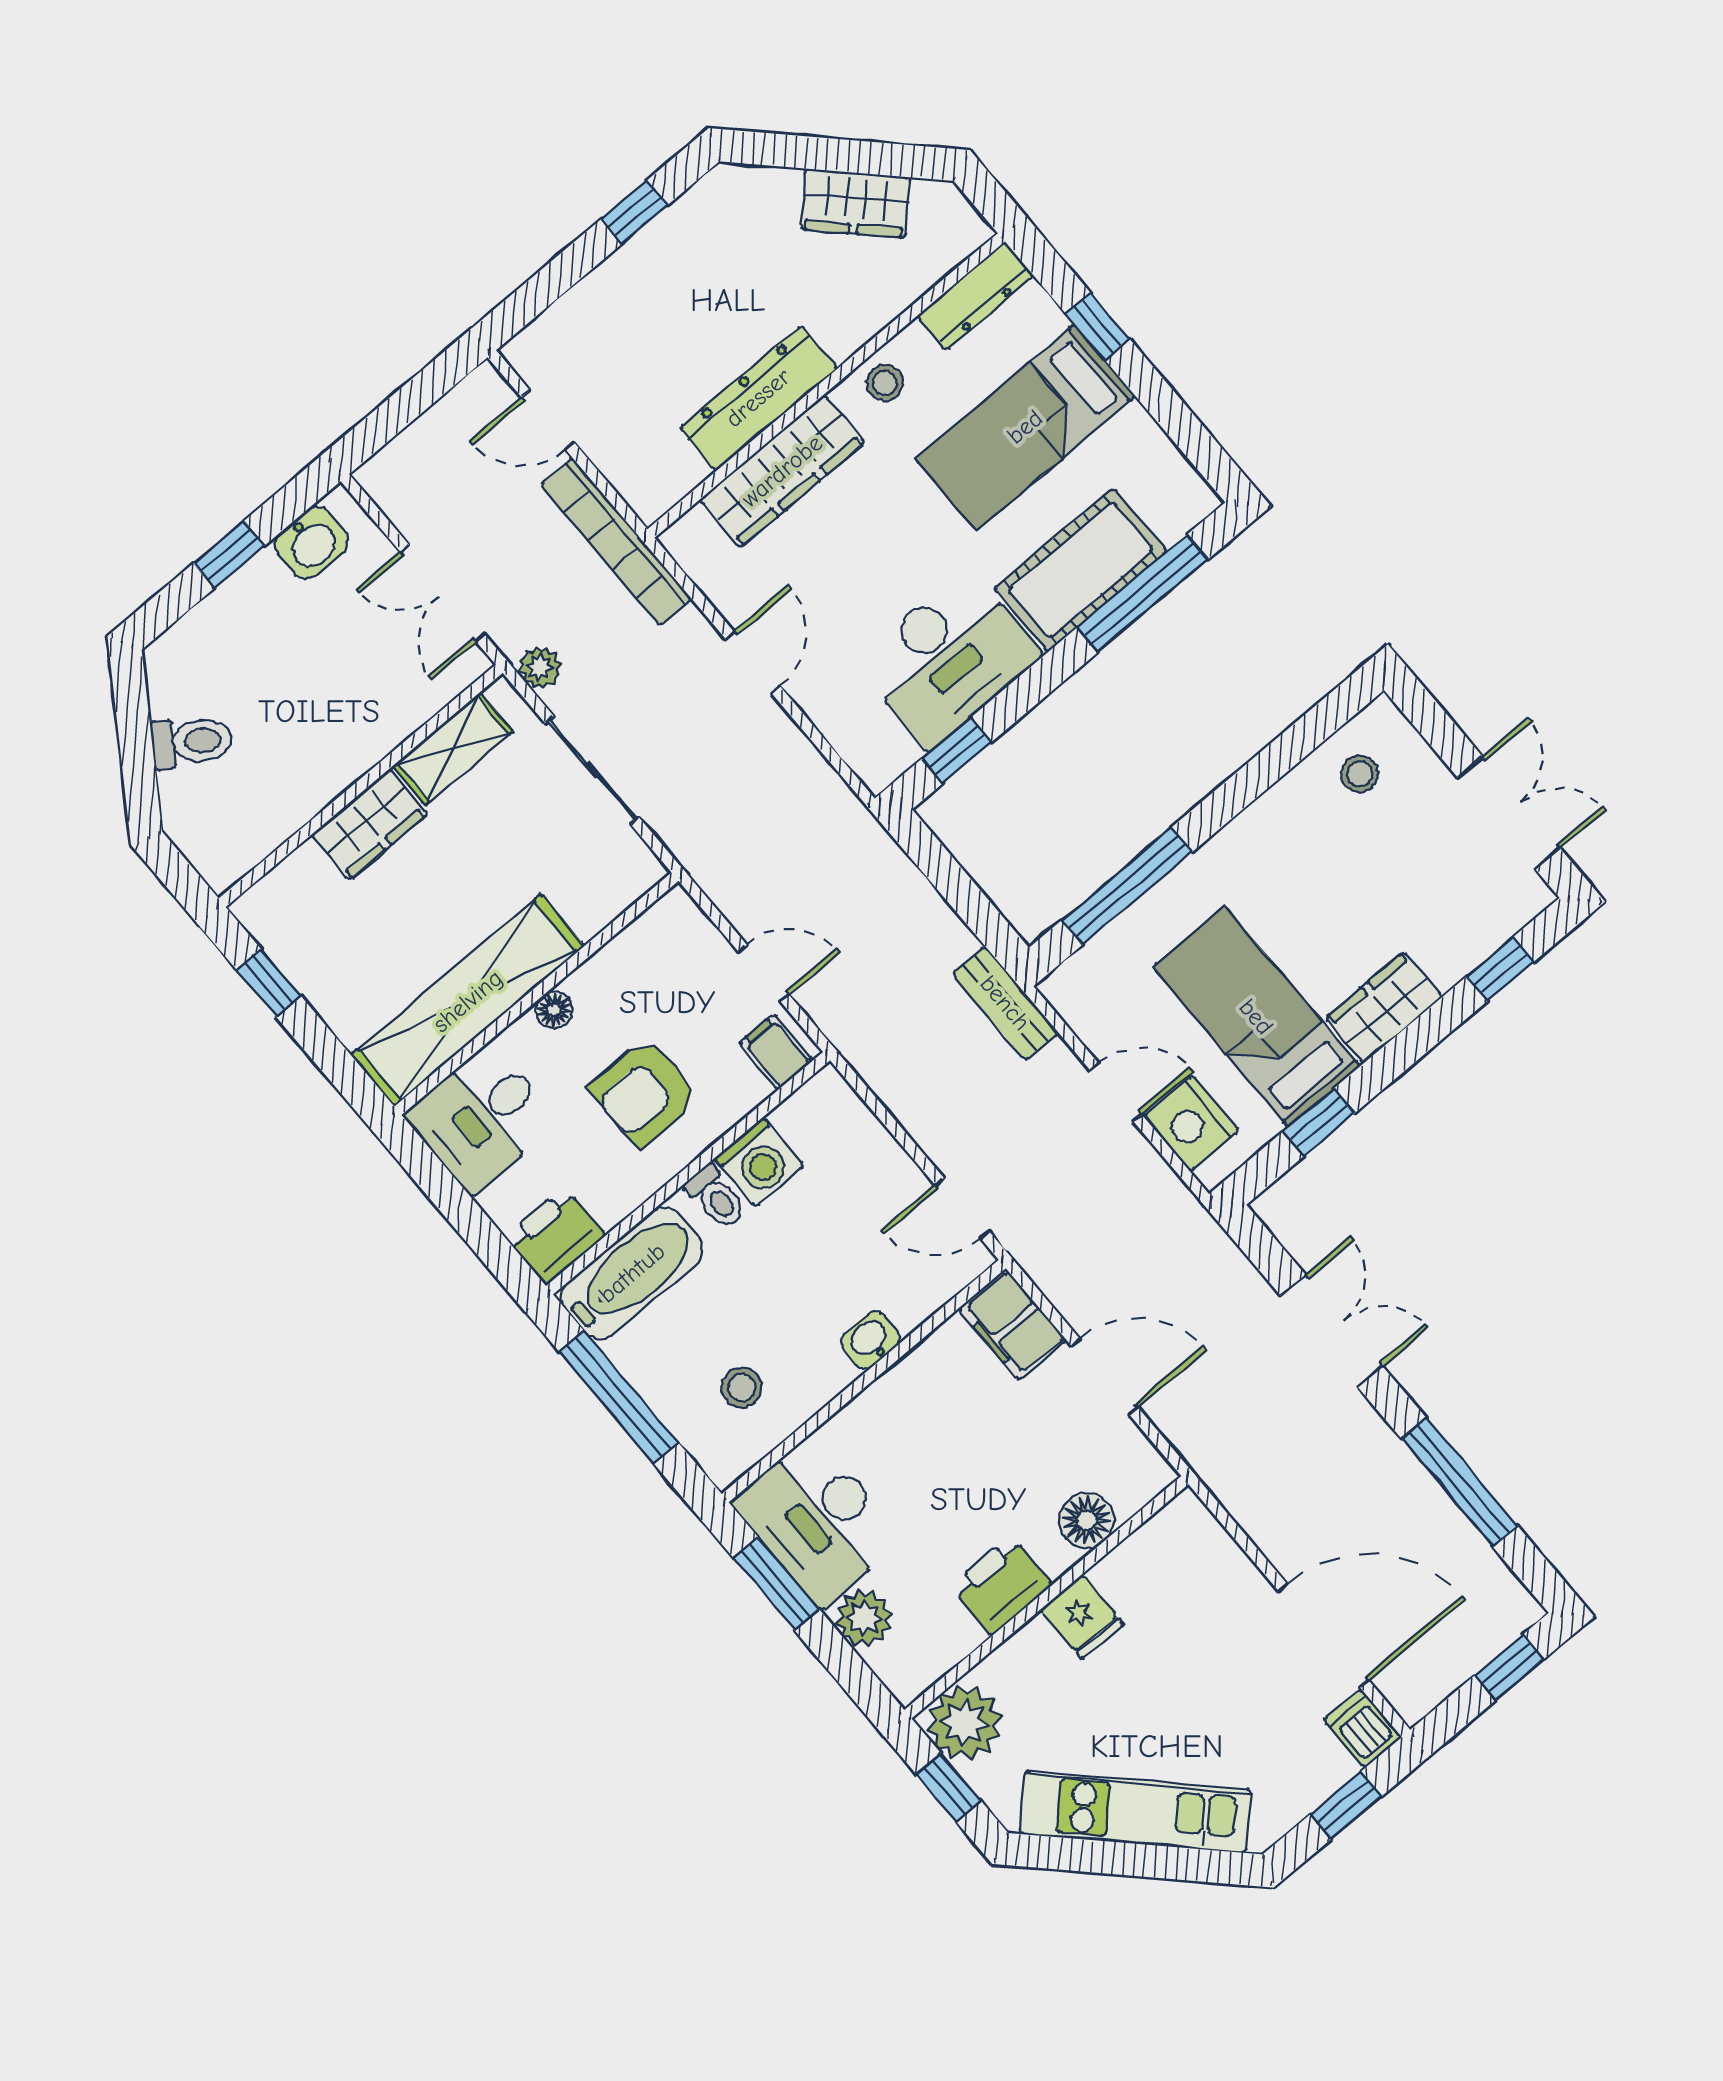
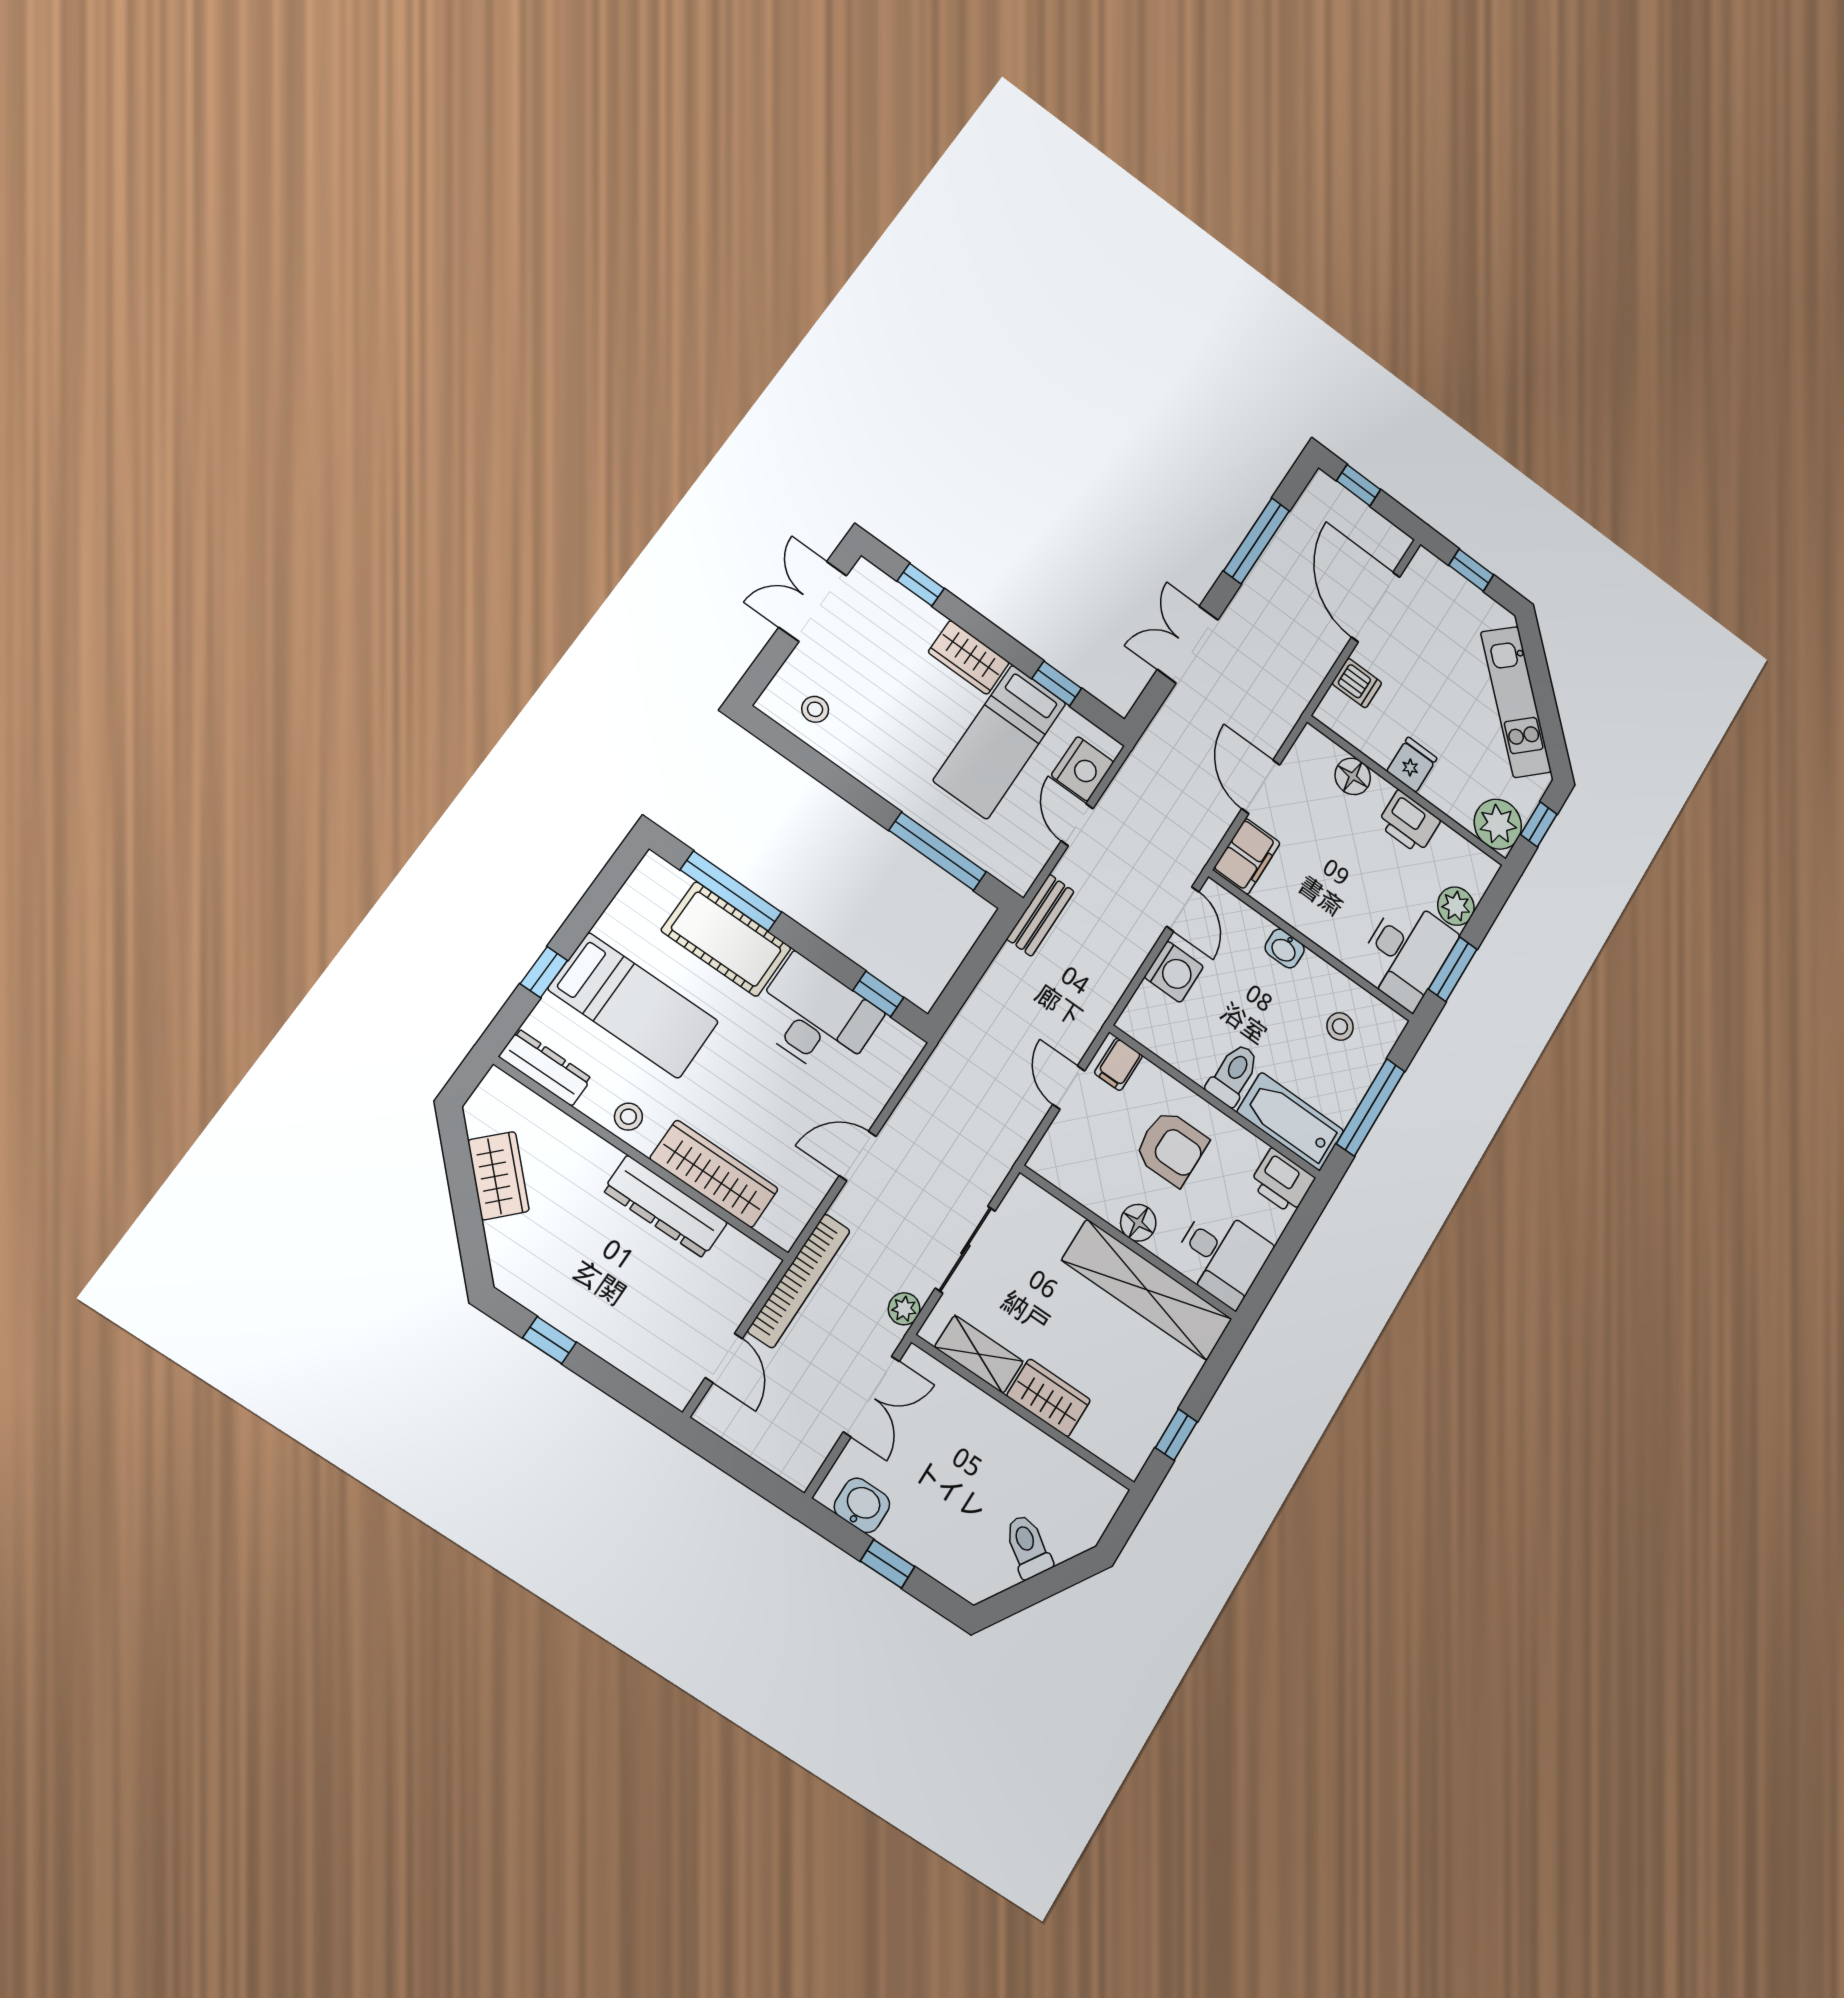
floor lamp: (554, 1010) -> (1138, 1223), width x1.37, depth x1.37
washing machine: (759, 1162) -> (1174, 972), moved, turned 90
toilet: (716, 1197) -> (1233, 1074), width x1.37, depth x1.39
dishwasher: (1363, 1729) -> (1357, 683), moved, turned -90

